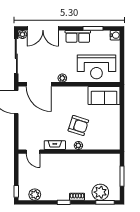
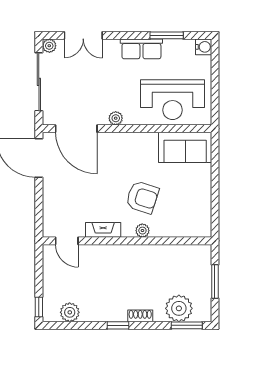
double door: (43, 28) -> (83, 35), width x0.73

